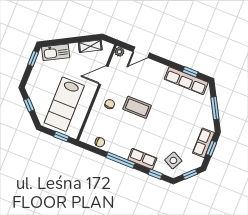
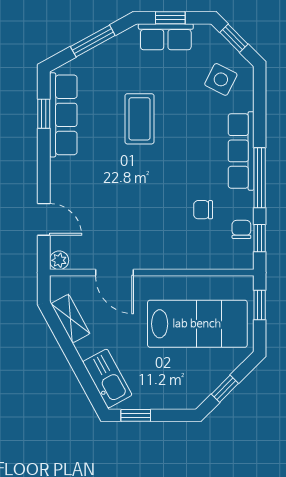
chair: (110, 104) -> (203, 210), moved
coffee table: (137, 107) -> (139, 119), moved
row of seats: (142, 159) -> (241, 151), width x1.48
window: (155, 174) -> (260, 238), moved

